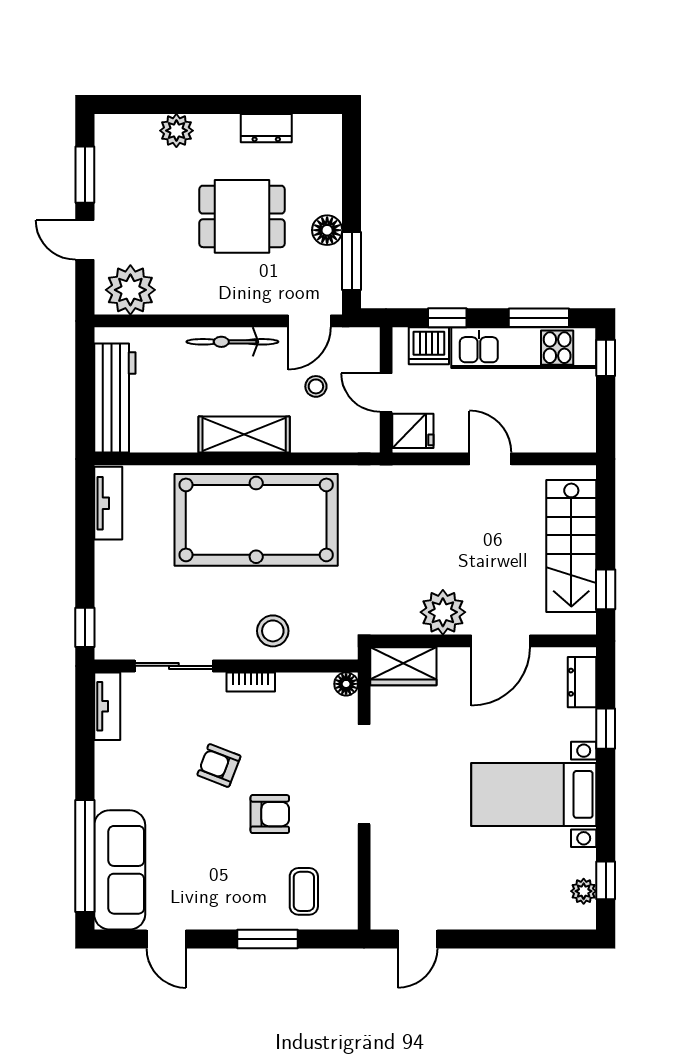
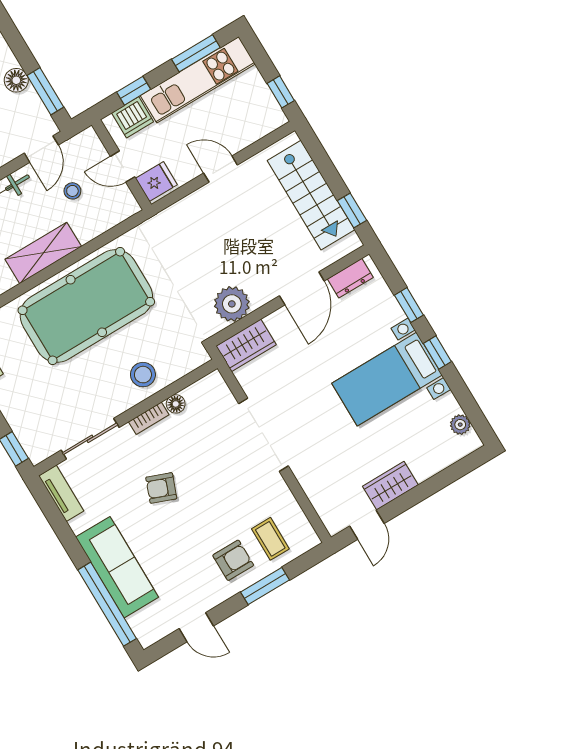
window: (606, 358) -> (281, 92), moved
plant: (443, 612) -> (232, 304), moved
dresser: (582, 682) -> (350, 278), moved, turned -90
floor lamp: (346, 684) -> (176, 404), moved
armchair: (270, 814) -> (233, 560), moved
sofa: (120, 870) -> (117, 567), moved
window: (606, 880) -> (437, 353), moved
wardrobe: (468, 912) -> (390, 486), added

